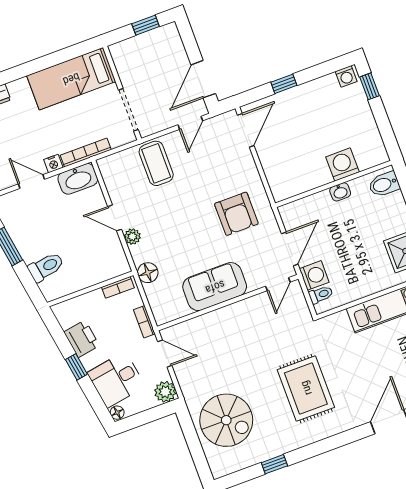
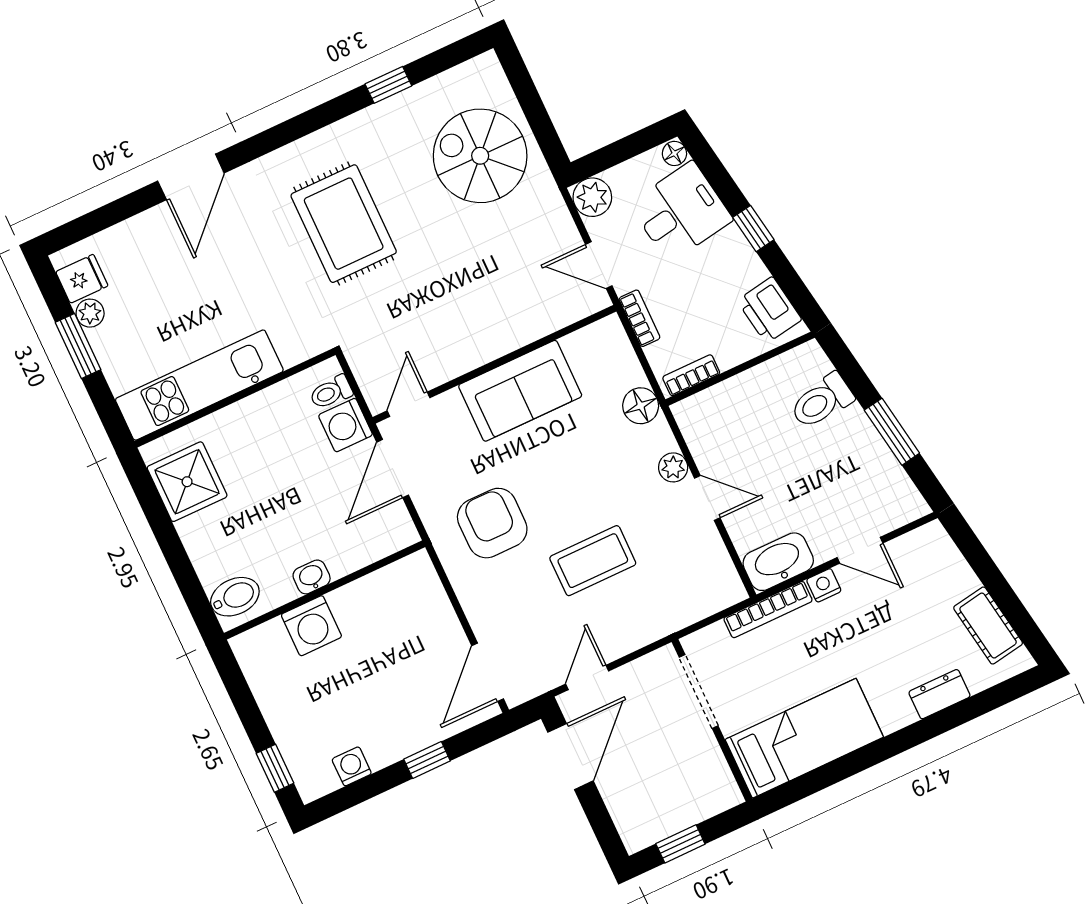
washing machine: (346, 76) -> (352, 766), moved
coffee table: (156, 163) -> (593, 561), moved, turned 90
printer: (82, 339) -> (769, 310), moved

